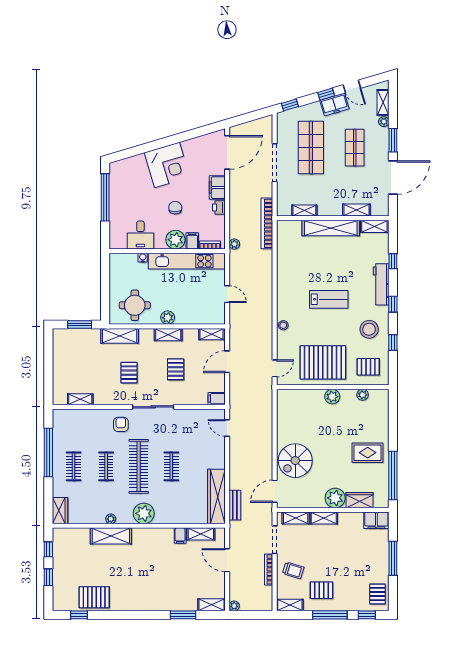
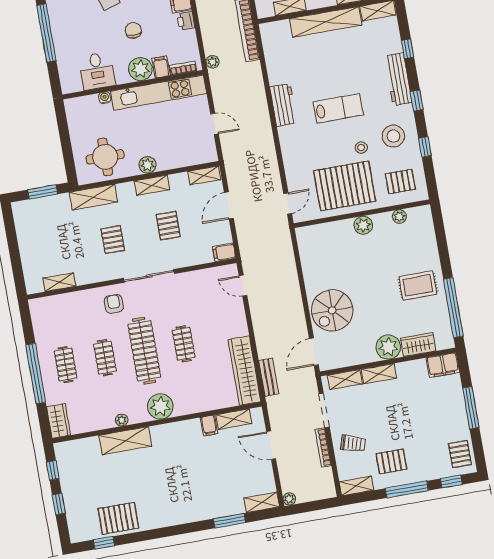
workbench: (285, 289) -> (283, 105), added
stool: (283, 325) -> (361, 148), moved
window: (48, 452) -> (36, 373), moved

